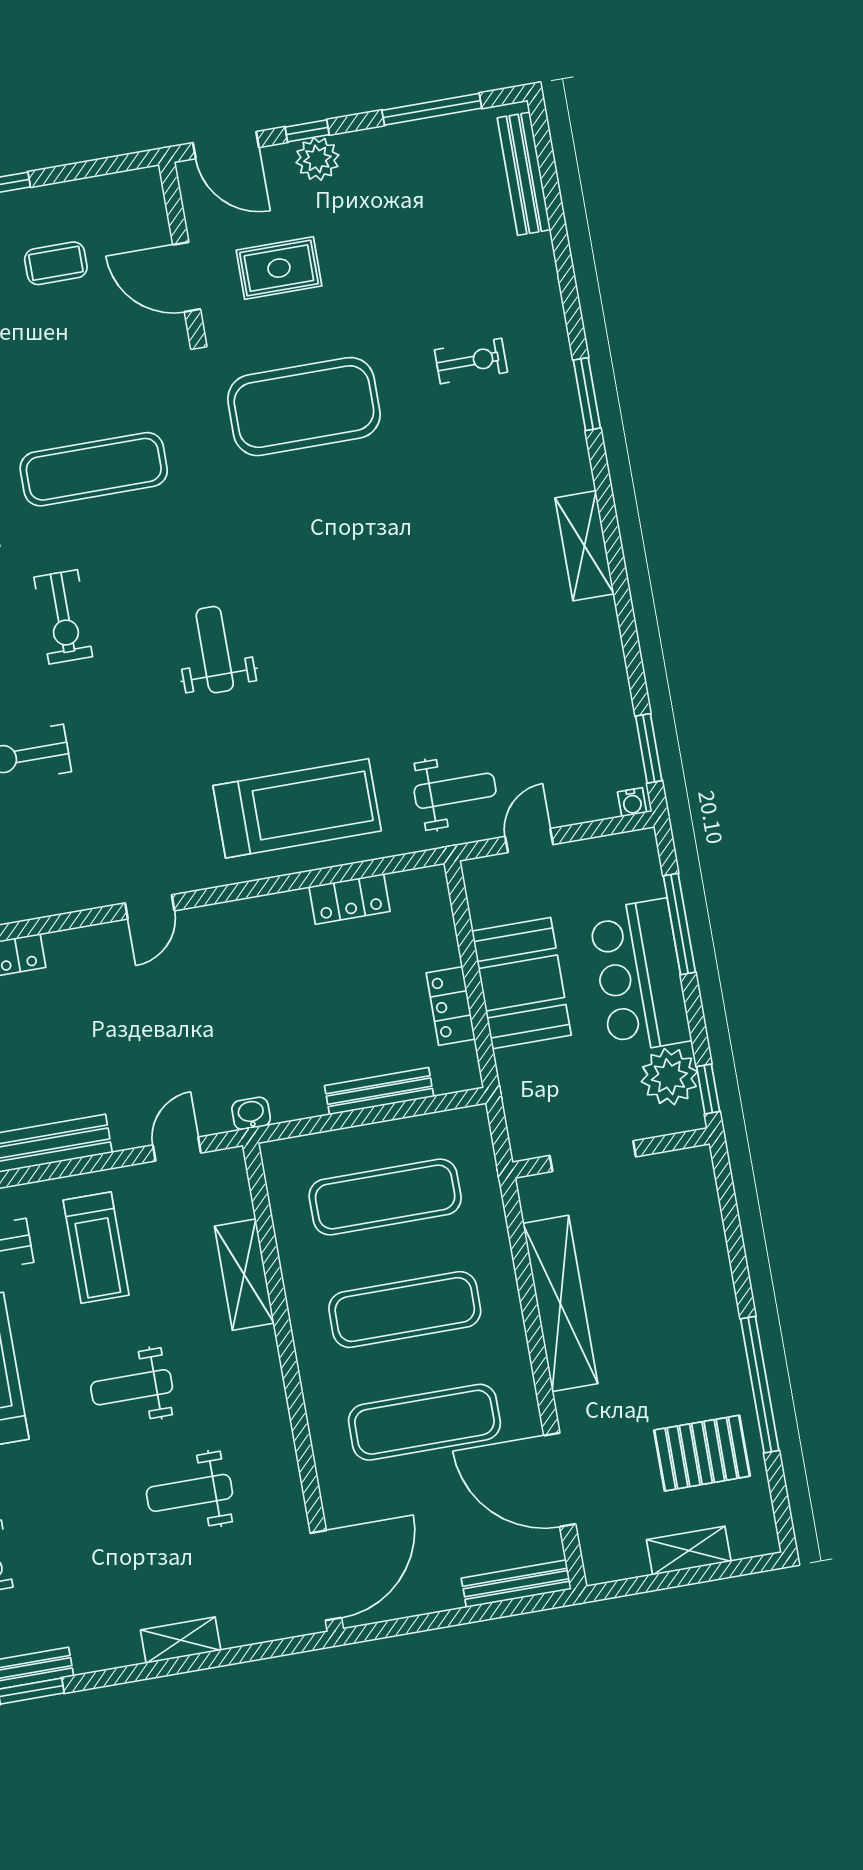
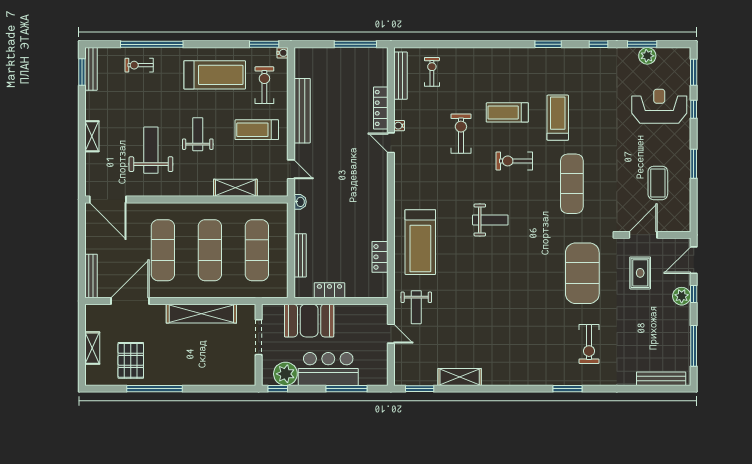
coffee table: (56, 263) -> (658, 183), width x1.36, depth x1.30
exercise bike: (471, 361) -> (589, 344), width x1.38, depth x1.39
shelving: (585, 546) -> (460, 377), moved
water cooler: (632, 802) -> (399, 126), moved
door: (150, 907) -> (391, 143), moved
booth: (521, 983) -> (309, 321), moved
weight bench: (189, 1493) -> (151, 150), width x1.36, depth x1.33

